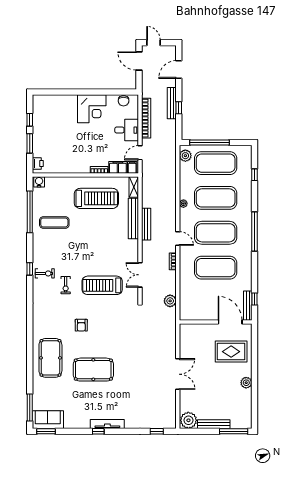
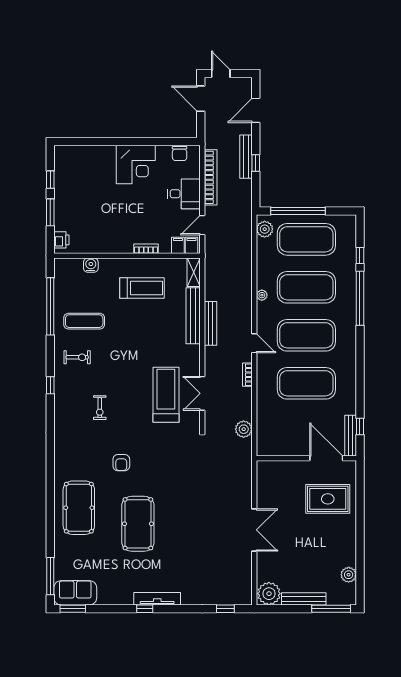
filing cabinet: (118, 167) -> (178, 245), width x0.50
water cooler: (39, 182) -> (91, 265), moved
treadmill: (96, 198) -> (142, 288), width x0.73, depth x0.73
window: (254, 232) -> (360, 298), moved
exercise bike: (45, 273) -> (77, 357), moved
treadmill: (102, 285) -> (166, 395), moved, turned 90
pool table: (93, 370) -> (138, 524), turned 90
plant: (246, 383) -> (349, 575), moved

